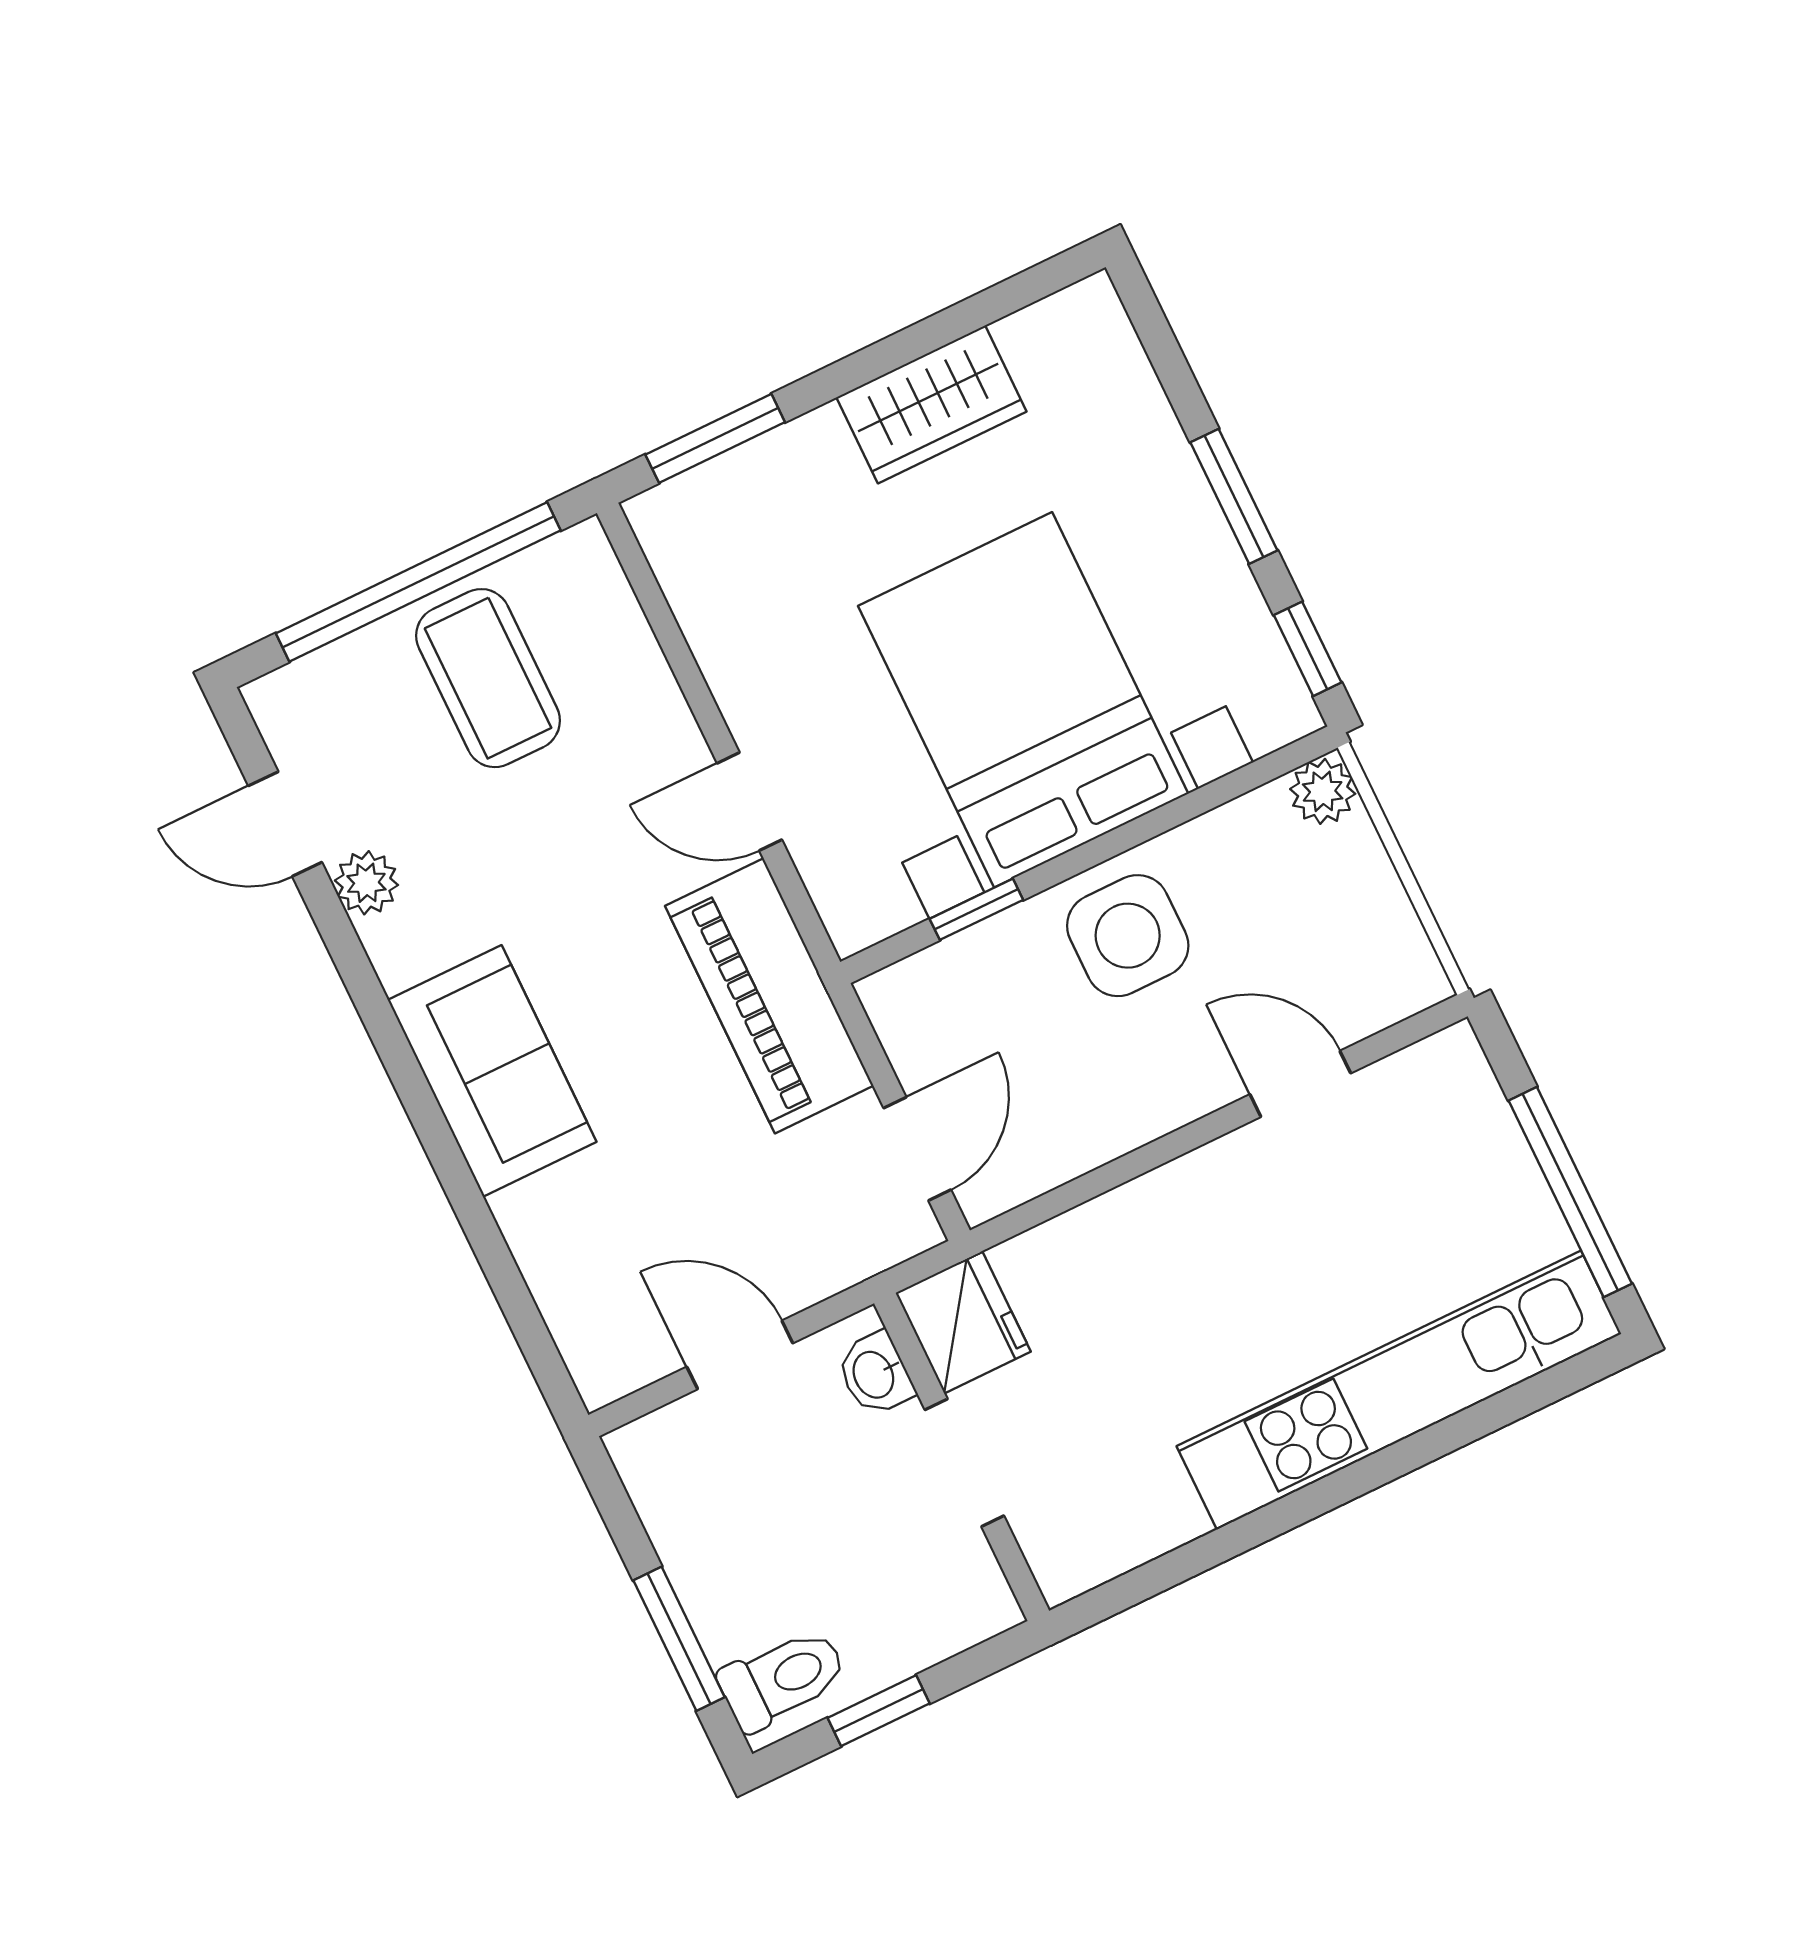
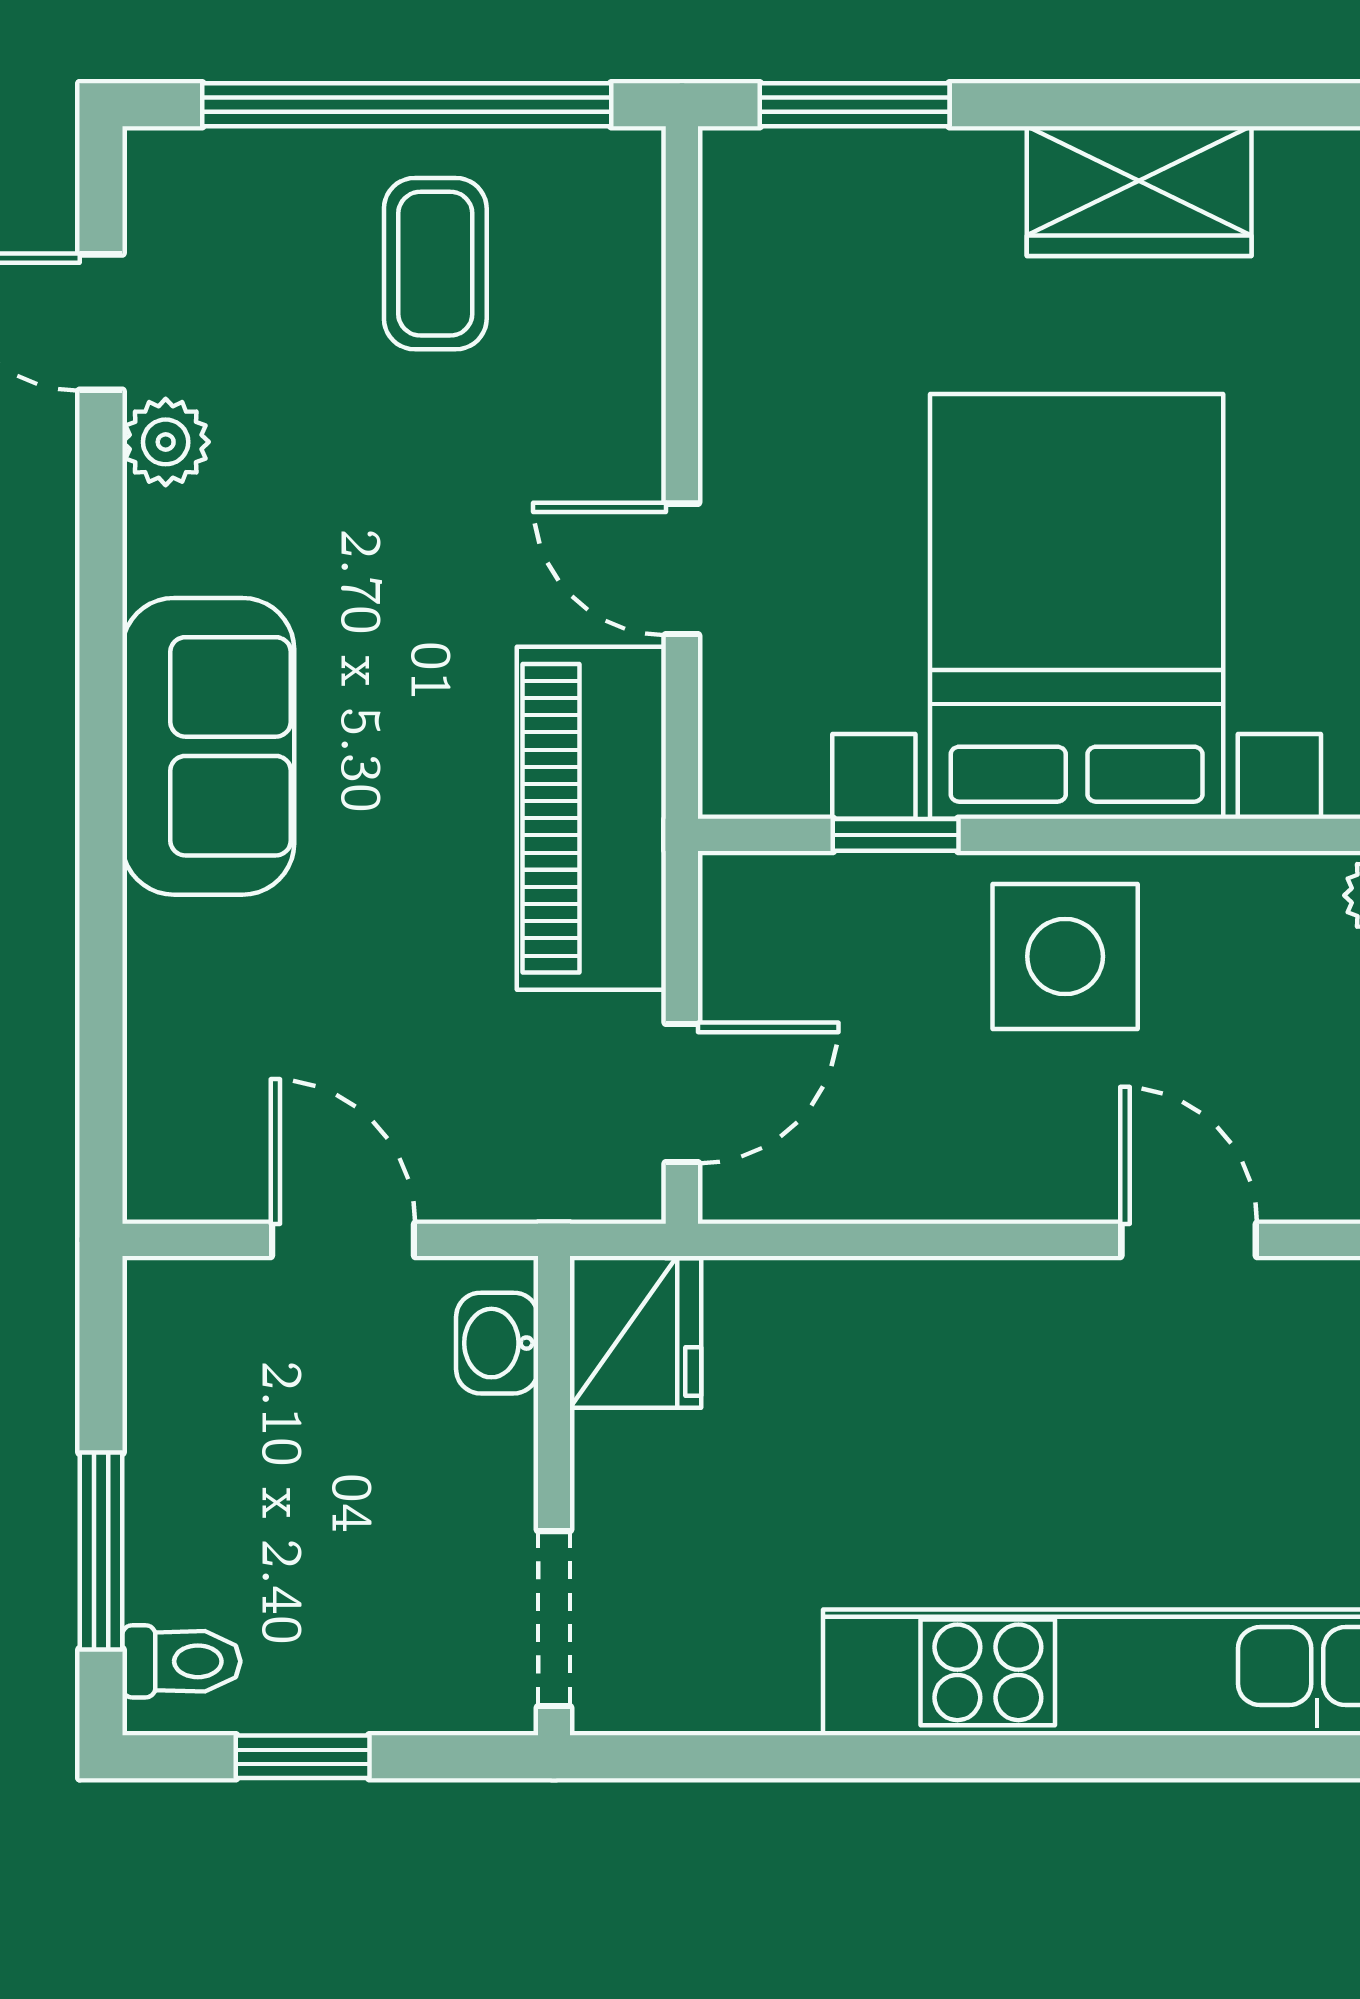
coffee table: (488, 678) -> (435, 264), width x0.73, depth x0.77
doorway: (964, 1463) -> (554, 1619), moved
toilet: (783, 1679) -> (181, 1661), width x0.73, depth x0.72

